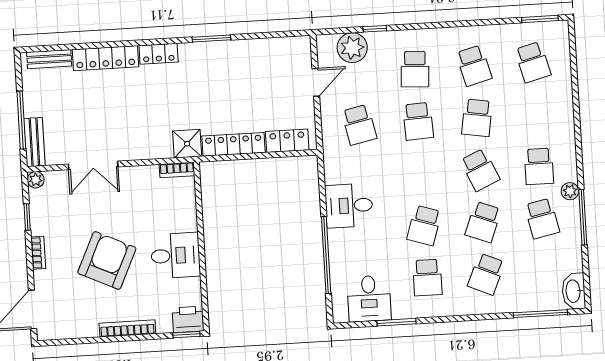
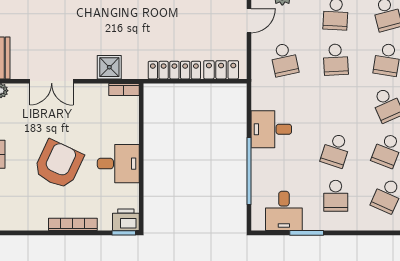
shower: (187, 144) -> (109, 67), moved

